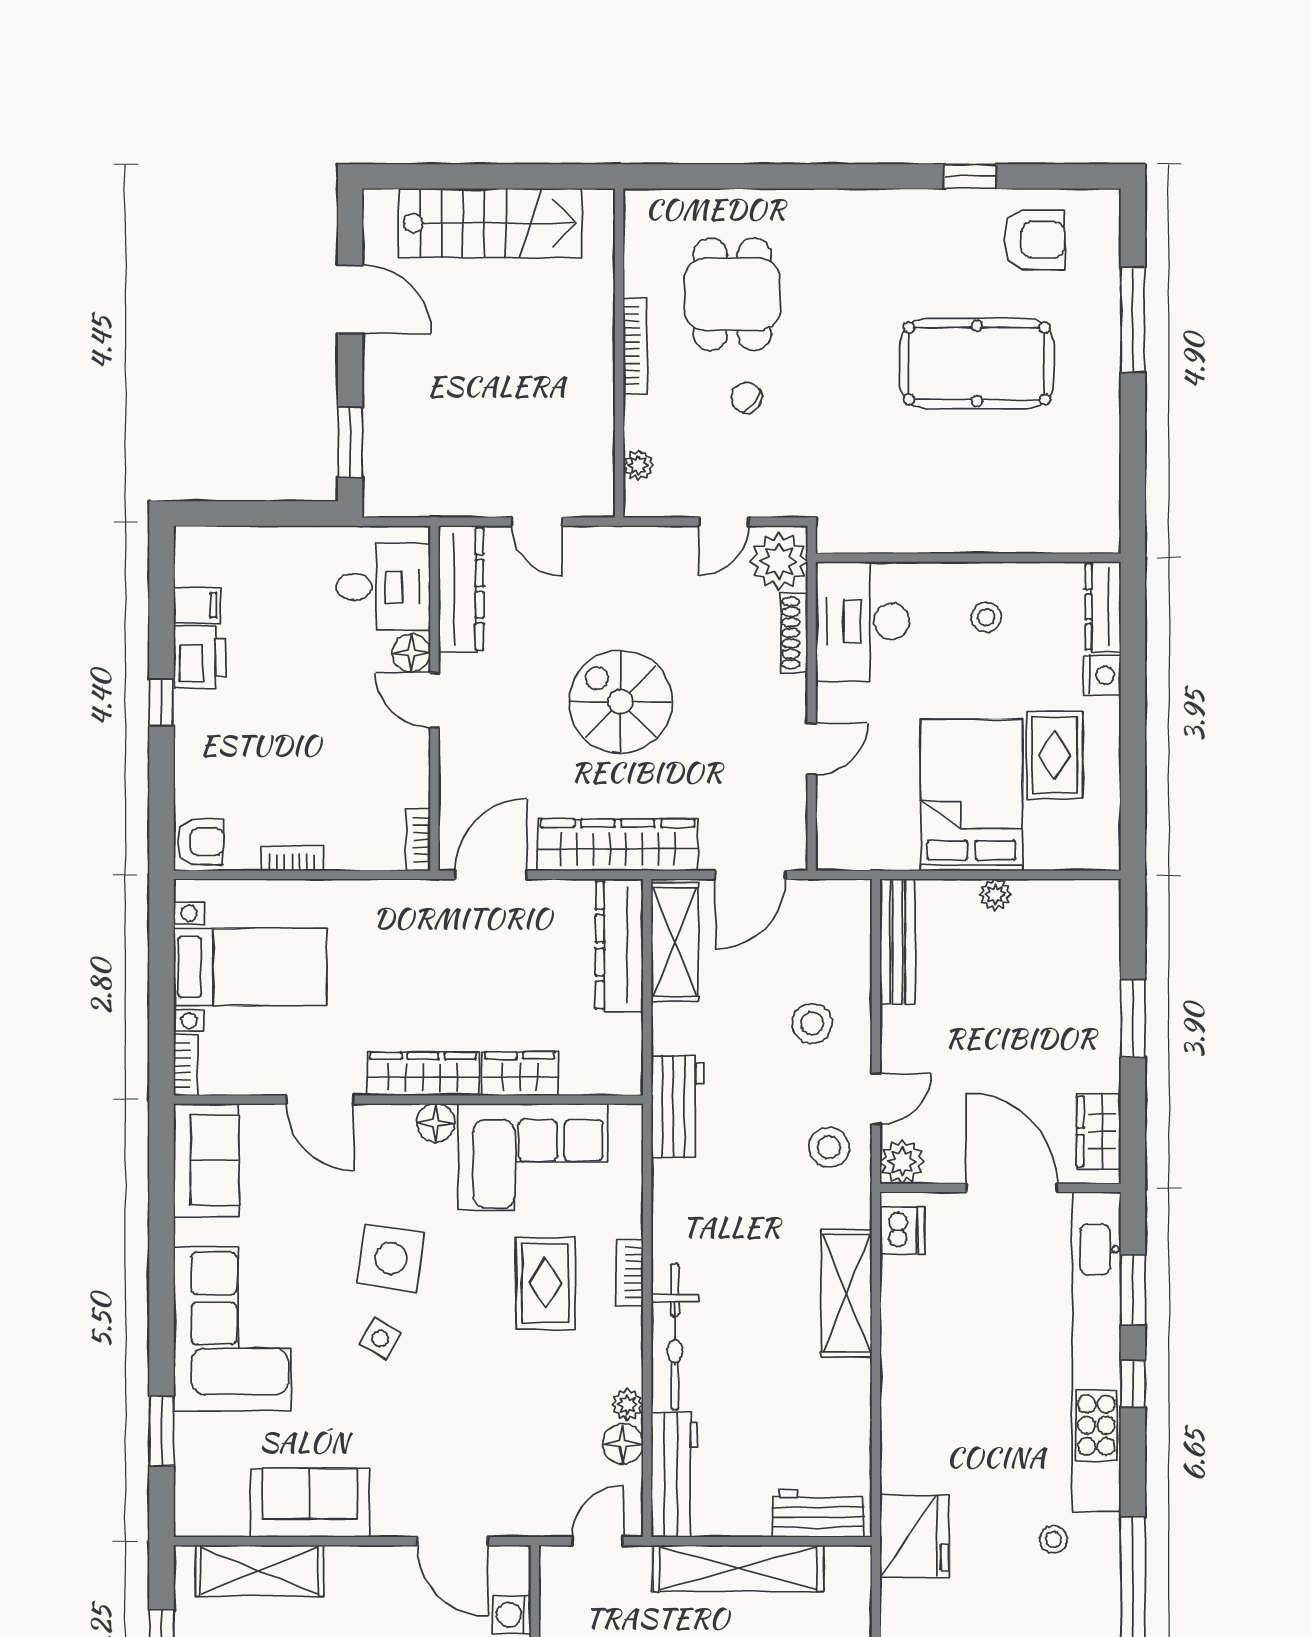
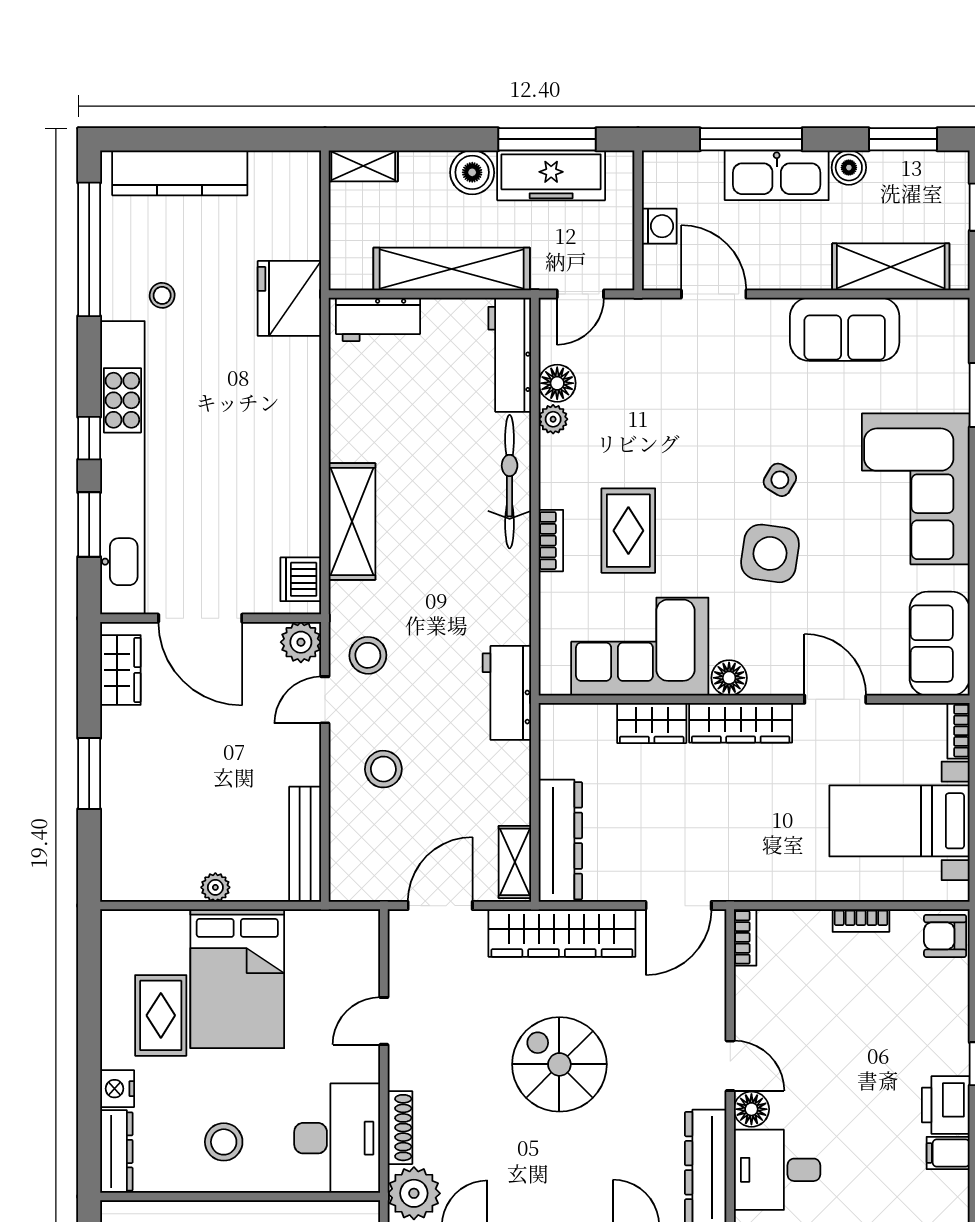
stool: (986, 617) -> (224, 1142), width x1.37, depth x1.37
spiral stairs: (620, 702) -> (559, 1064), turned 180
shelving: (675, 942) -> (515, 862), width x0.67, depth x0.75

